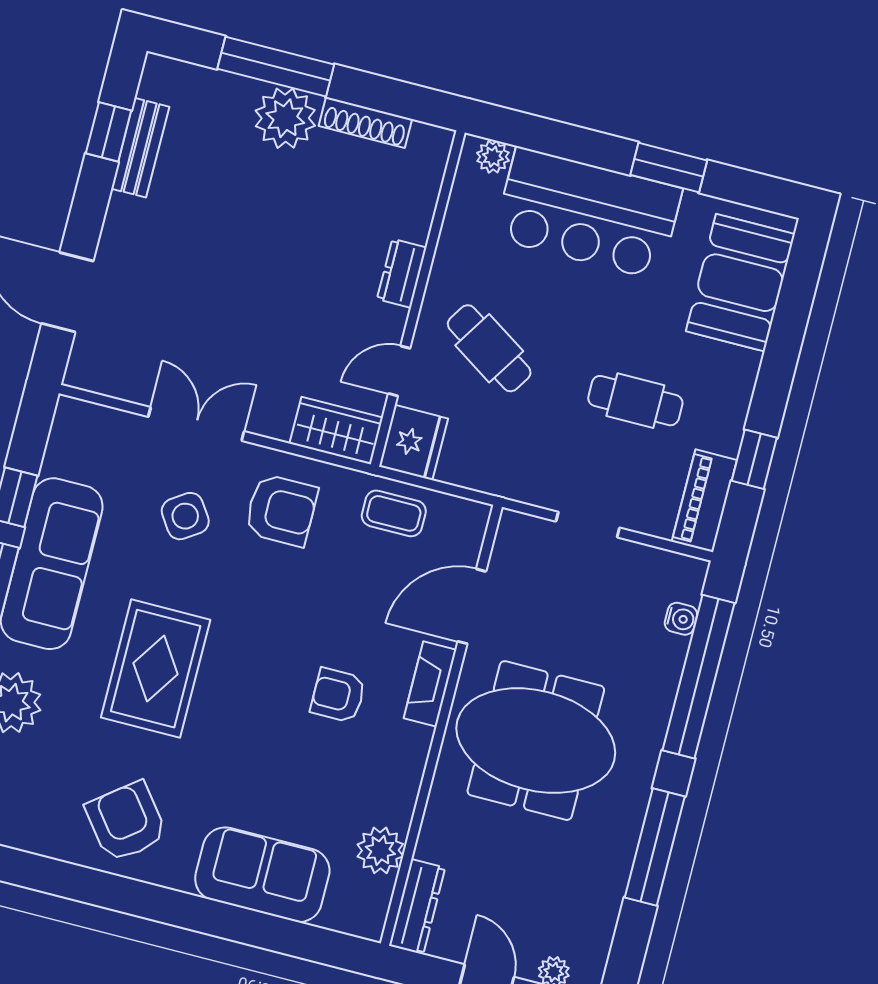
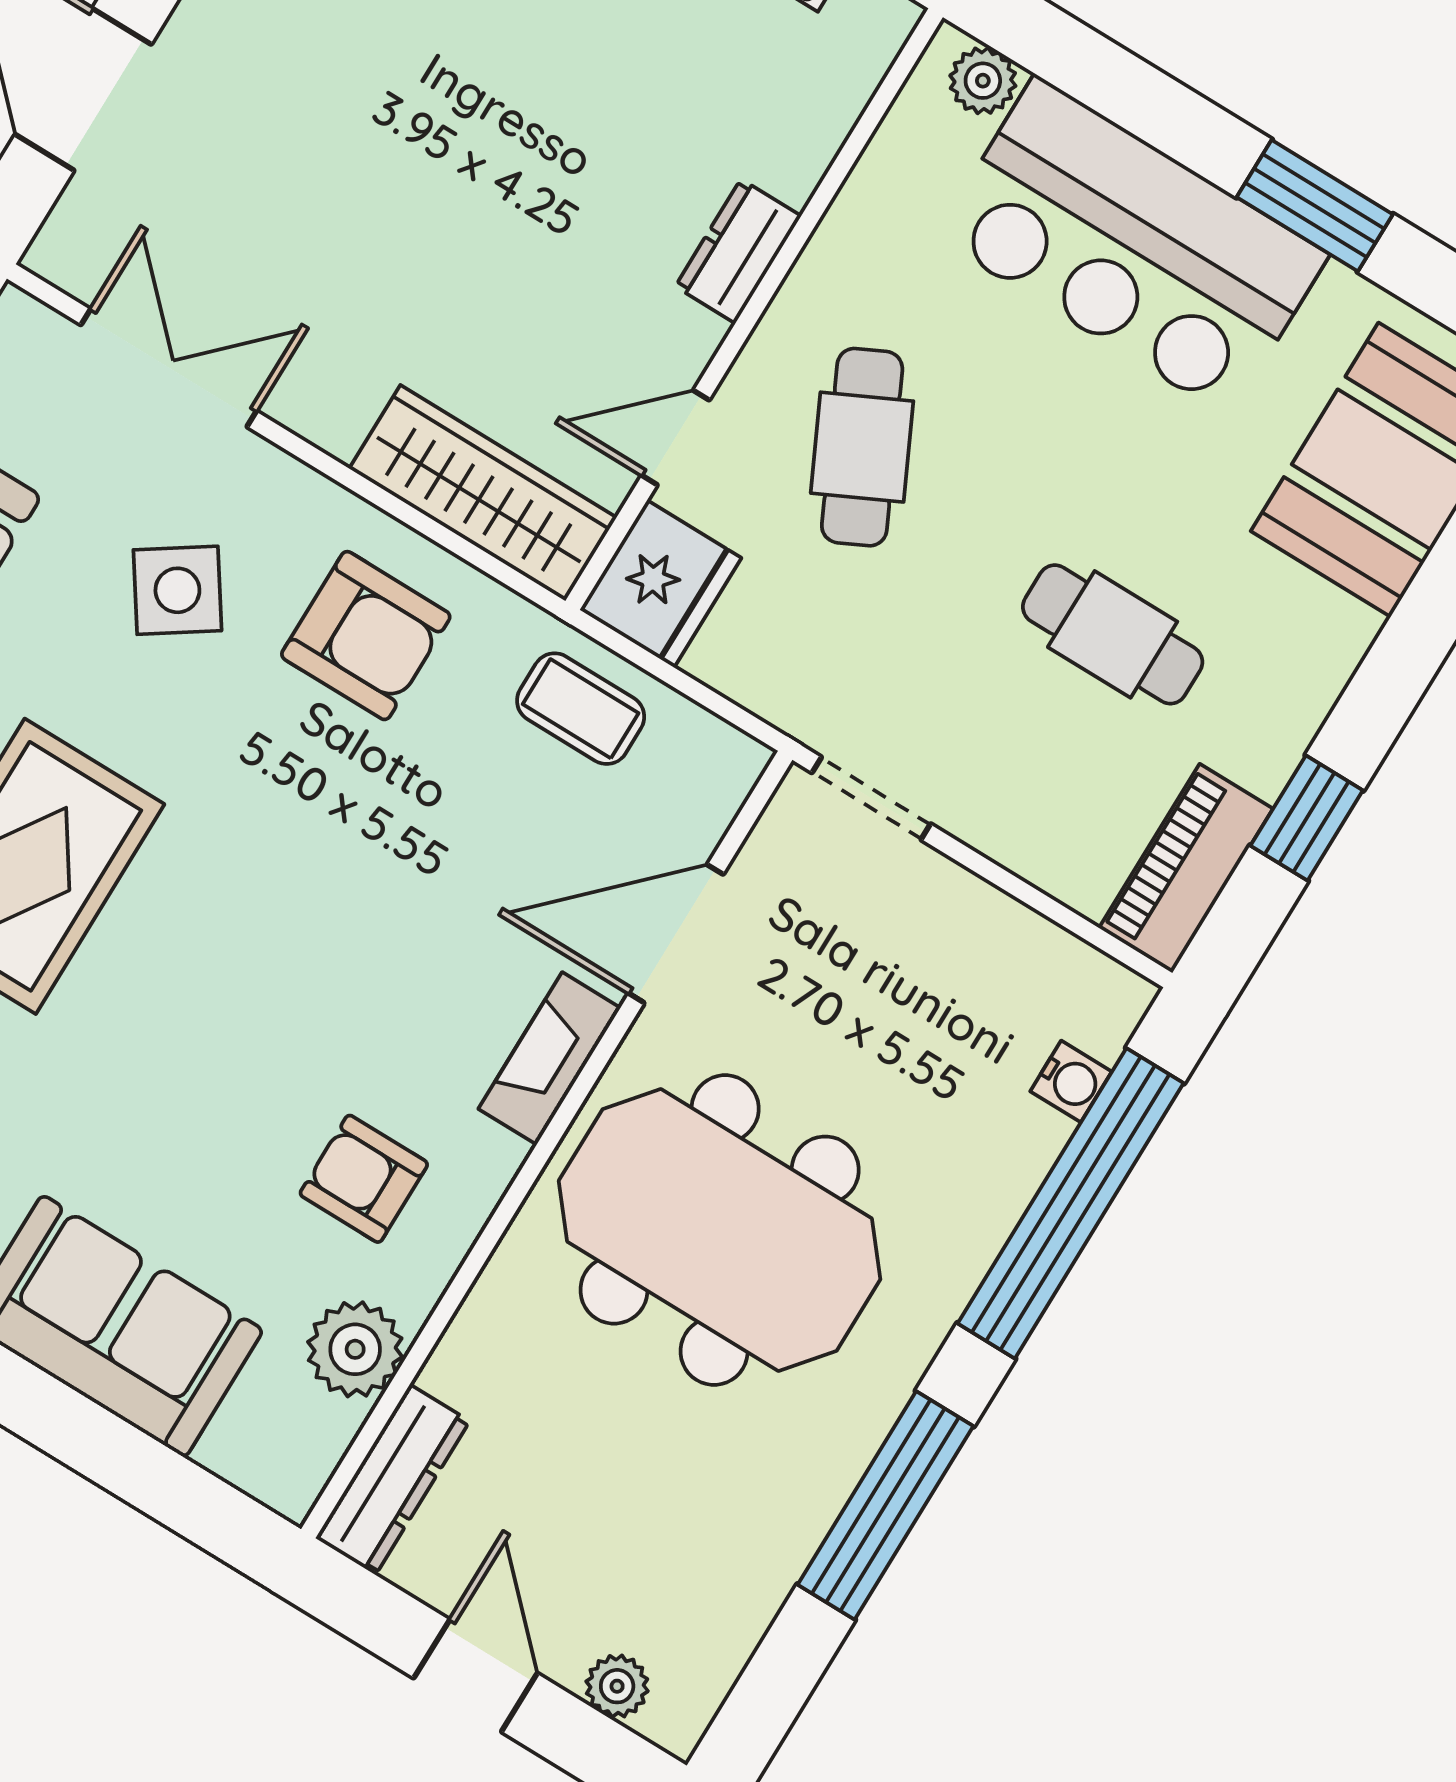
cafe table: (489, 348) -> (862, 447), turned 31
double door: (196, 424) -> (169, 368), moved
wardrobe: (336, 431) -> (483, 493), width x1.50
doorway: (588, 525) -> (871, 798), moved
armchair: (338, 695) -> (364, 1179), moved

